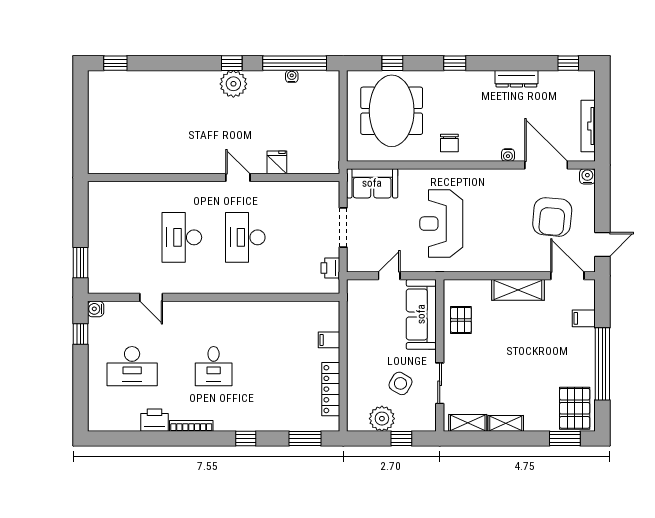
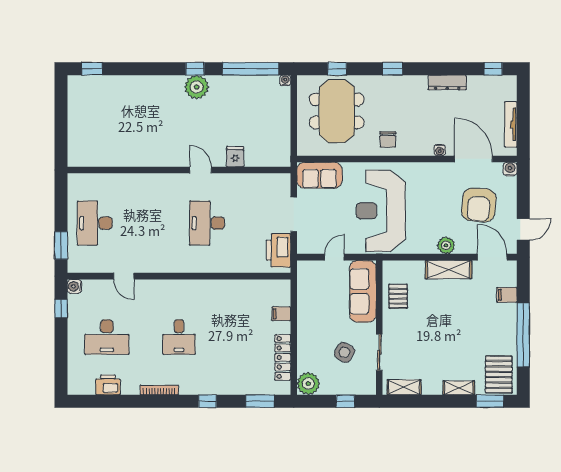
water cooler: (292, 76) -> (285, 80), moved
reception desk: (441, 224) -> (381, 211), width x1.36, depth x1.30
desk: (182, 237) -> (95, 223), moved
plant: (515, 263) -> (446, 245), added
printer: (330, 268) -> (279, 250), width x1.87, depth x1.48
plant: (382, 419) -> (308, 384), moved
printer: (155, 420) -> (108, 385), moved
shelving: (506, 423) -> (459, 388), moved

